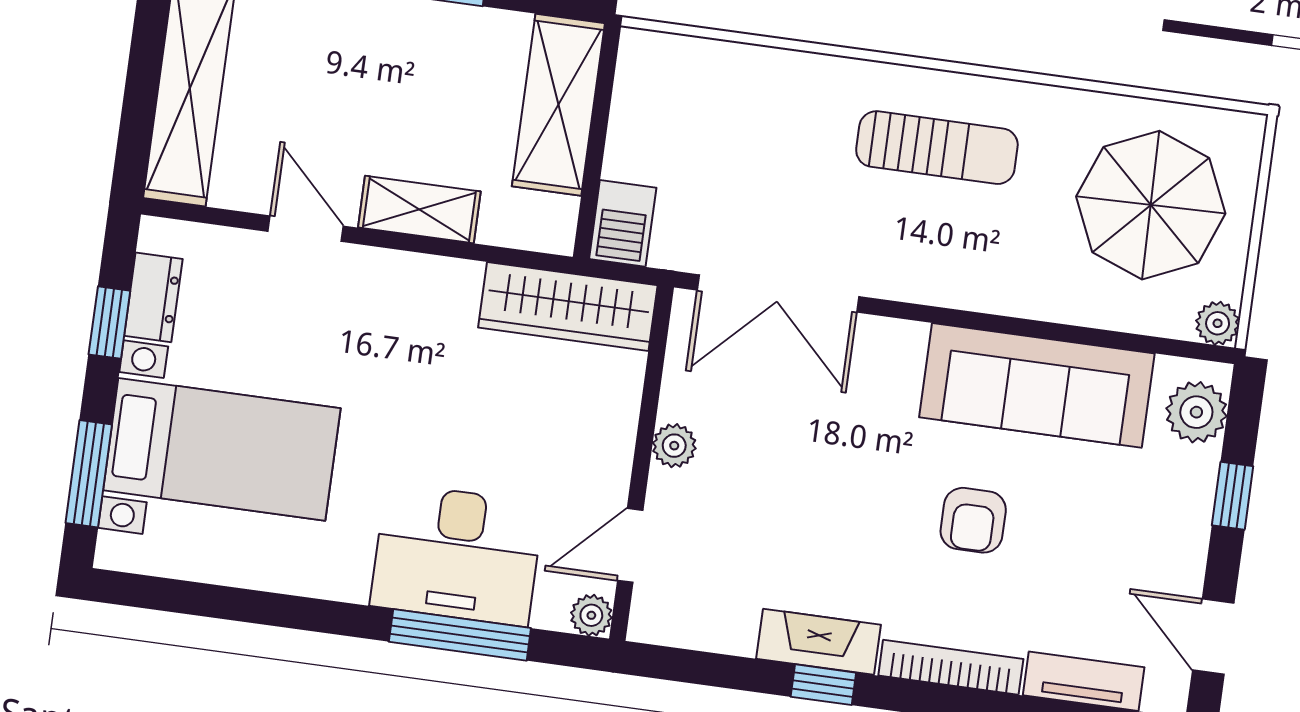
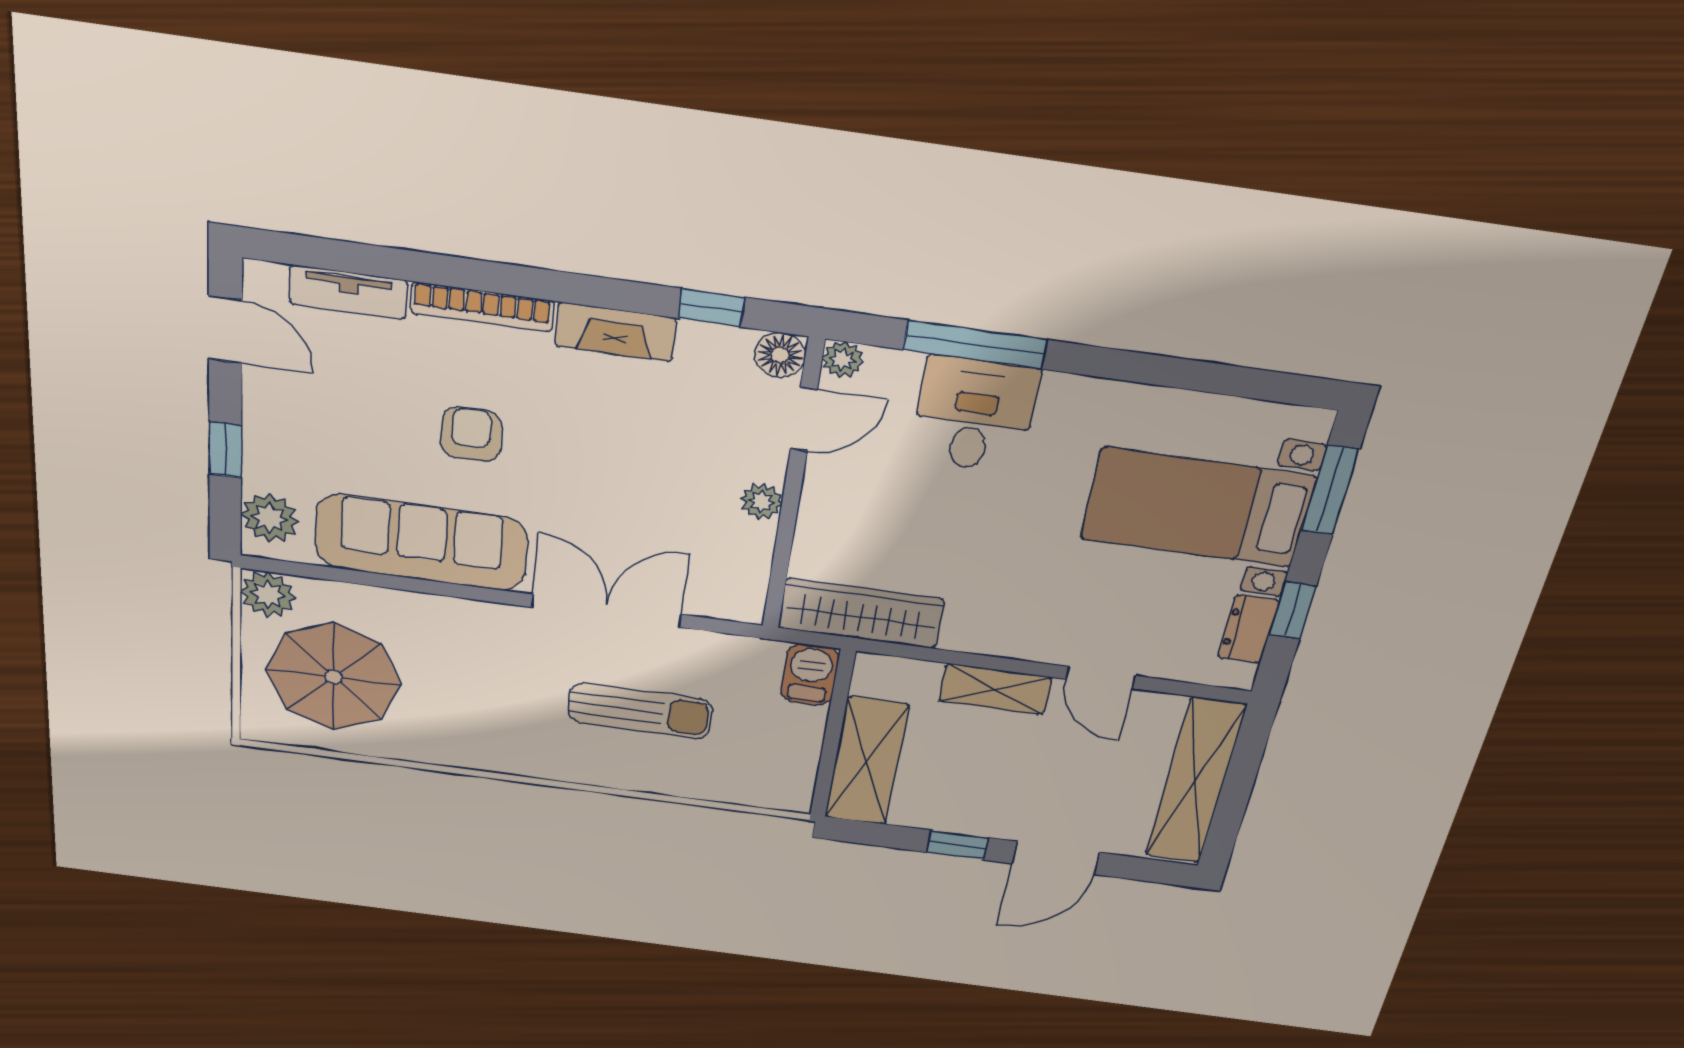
sun lounger: (937, 148) -> (640, 711), moved, turned 180
double door: (778, 293) -> (607, 611), moved
plant: (1218, 323) -> (268, 594), width x1.38, depth x1.38
desk: (457, 554) -> (974, 415), width x0.73
floor lamp: (654, 619) -> (780, 355), added
window: (823, 685) -> (711, 308), moved

